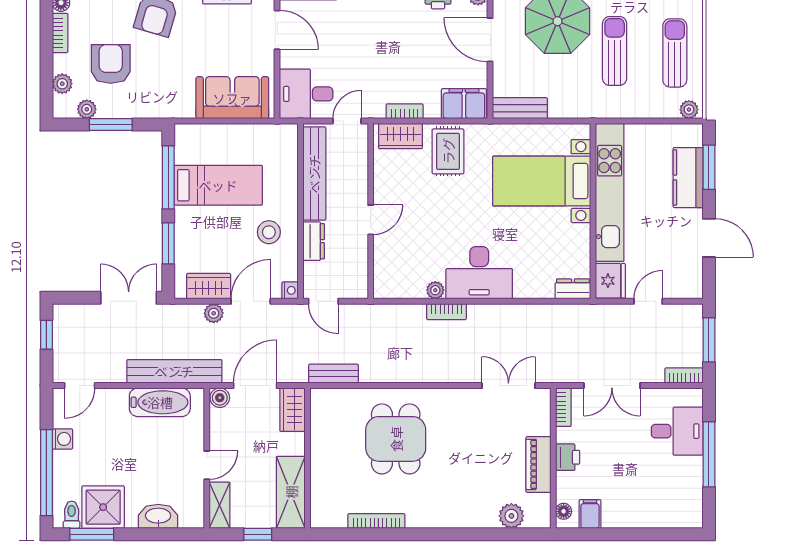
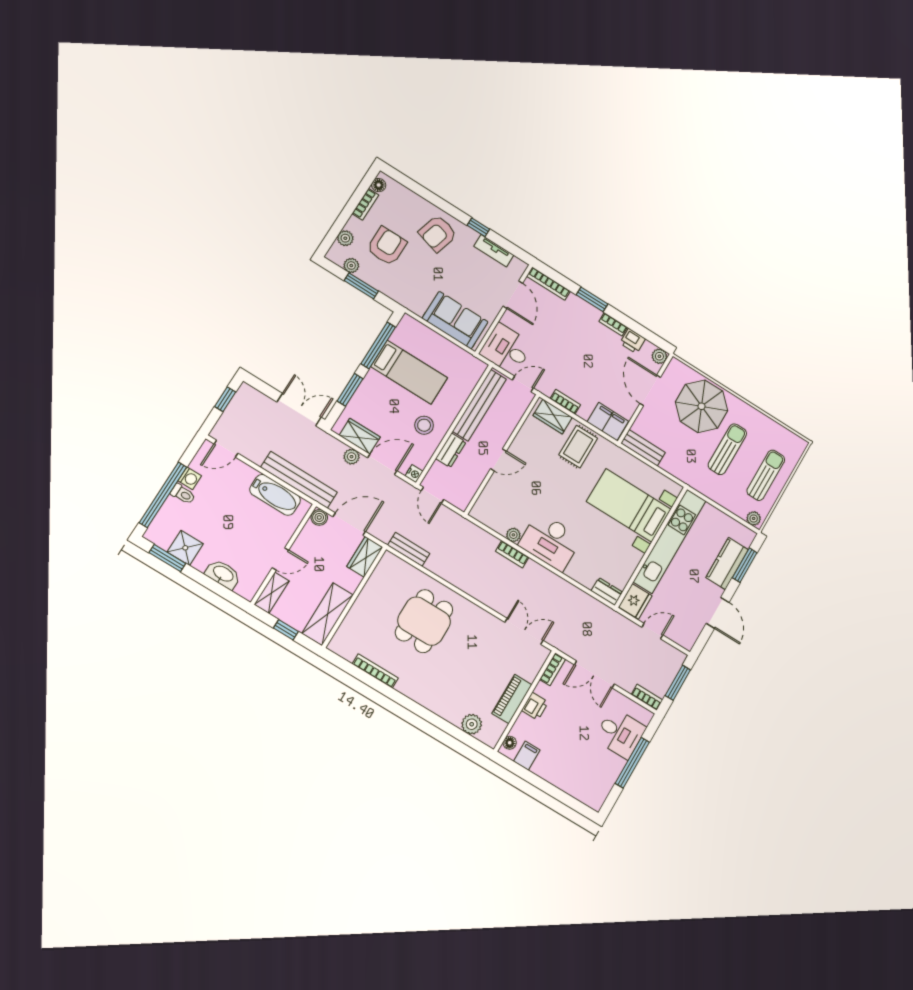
shower: (103, 507) -> (185, 548), width x0.73, depth x0.73
toilet: (72, 515) -> (183, 494), moved, turned 90

